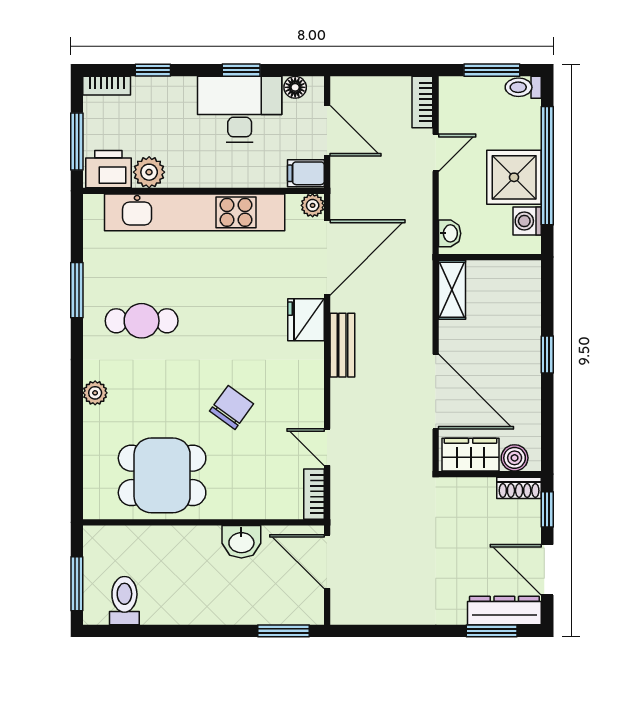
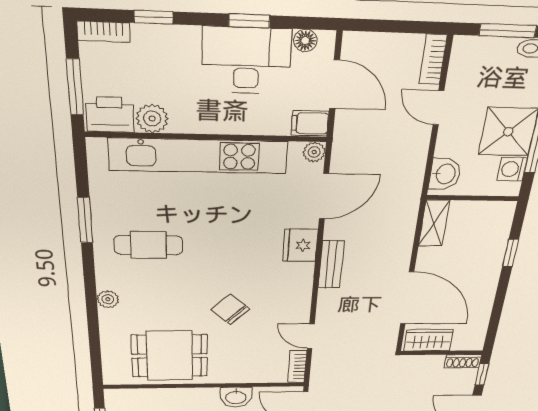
door: (436, 153) -> (438, 108), swing flipped
washbasin: (450, 233) -> (445, 174), width x1.38, depth x1.45
door: (327, 258) -> (324, 196), width x0.73
window: (547, 355) -> (511, 253), moved
chair: (232, 407) -> (230, 309), turned -82
boiler: (515, 458) -> (463, 342), removed

